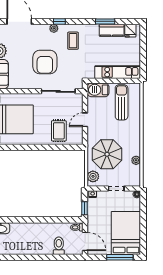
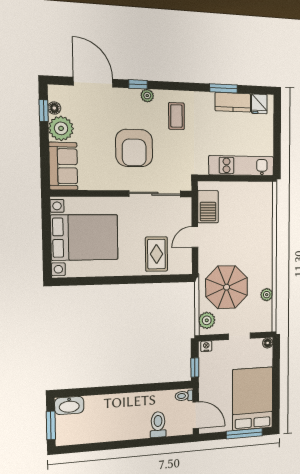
window: (59, 21) -> (138, 84), moved
barbecue: (98, 90) -> (208, 207), moved, turned -90
sun lounger: (122, 102) -> (247, 211), removed

